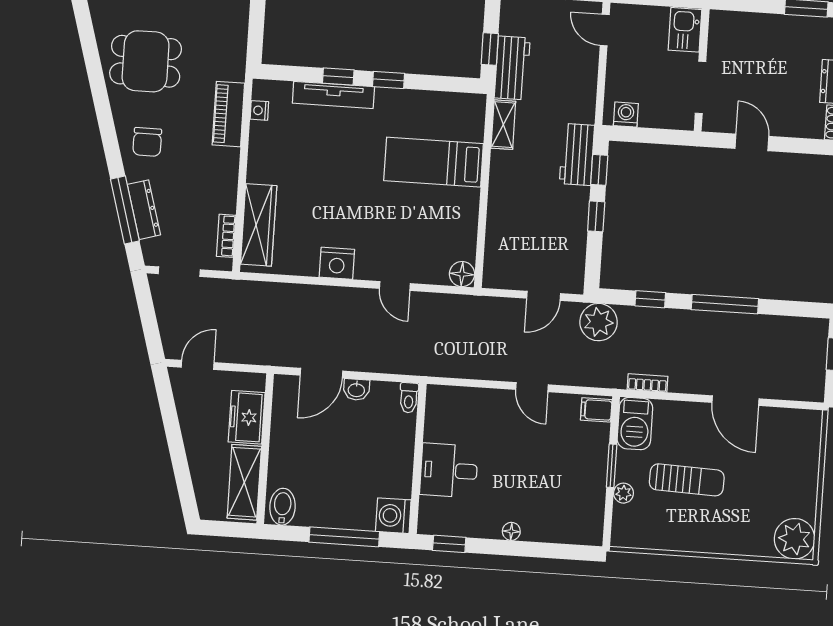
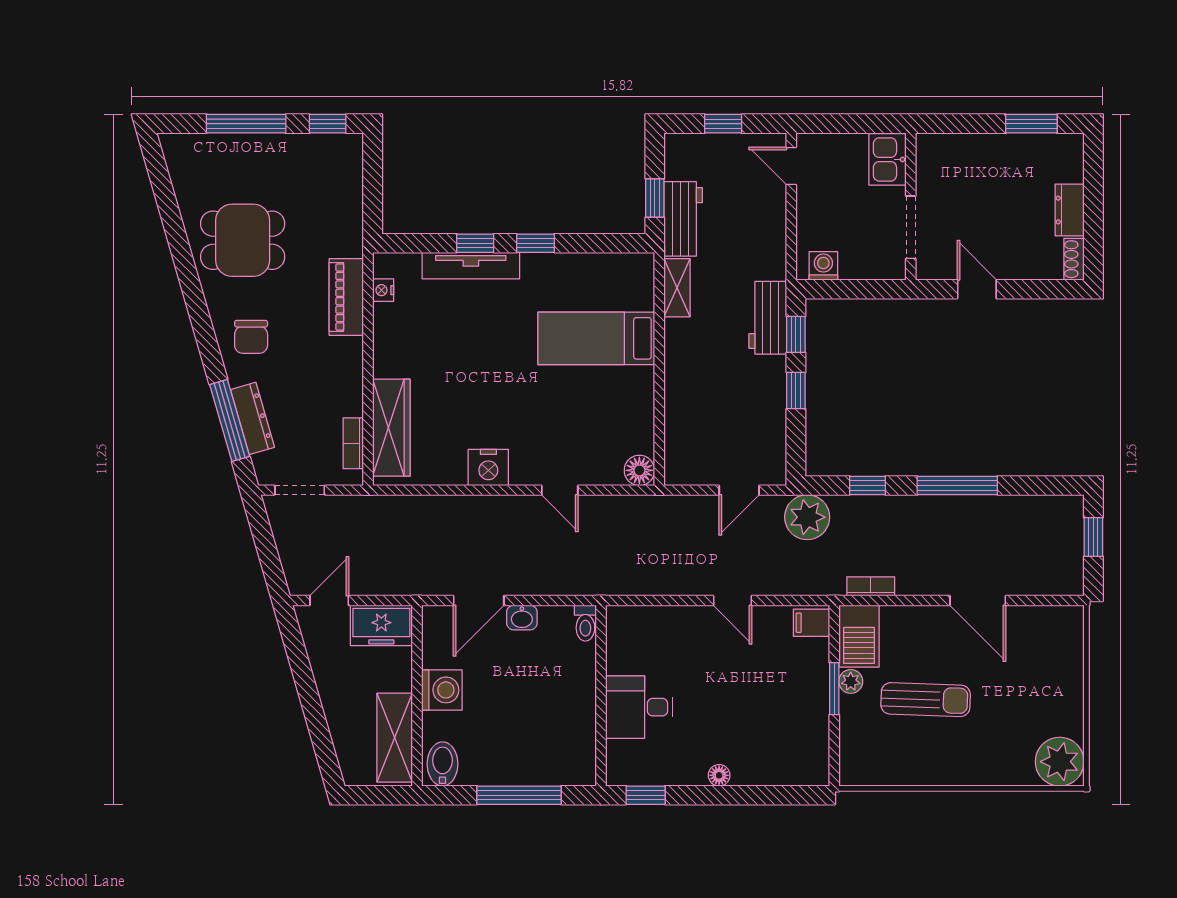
freezer: (247, 417) -> (381, 625), moved, turned -90
plant: (623, 493) -> (851, 681), moved
washing machine: (393, 516) -> (442, 690), moved, turned 180

